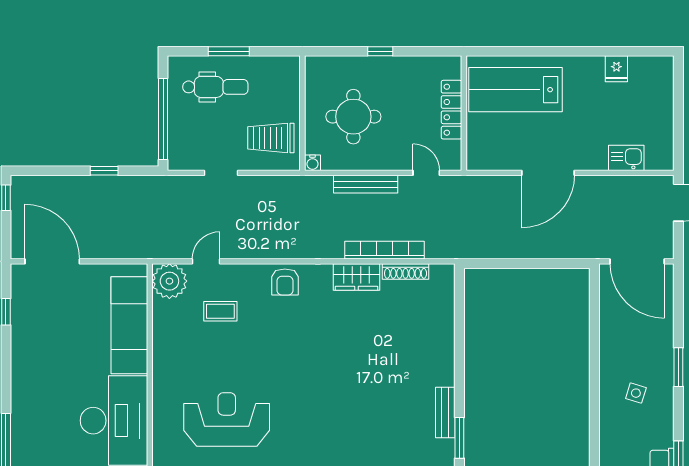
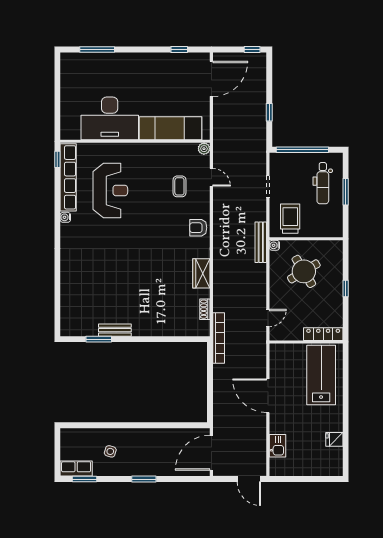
locker: (451, 110) -> (323, 334), moved
round table: (353, 117) -> (304, 271), turned -31
bench: (366, 184) -> (261, 242), moved
bookcase: (385, 250) -> (219, 338), moved
shoe rack: (406, 272) -> (205, 309), width x0.70
plant: (169, 281) -> (204, 149), width x0.53, depth x0.53
side table: (636, 393) -> (110, 451), moved

